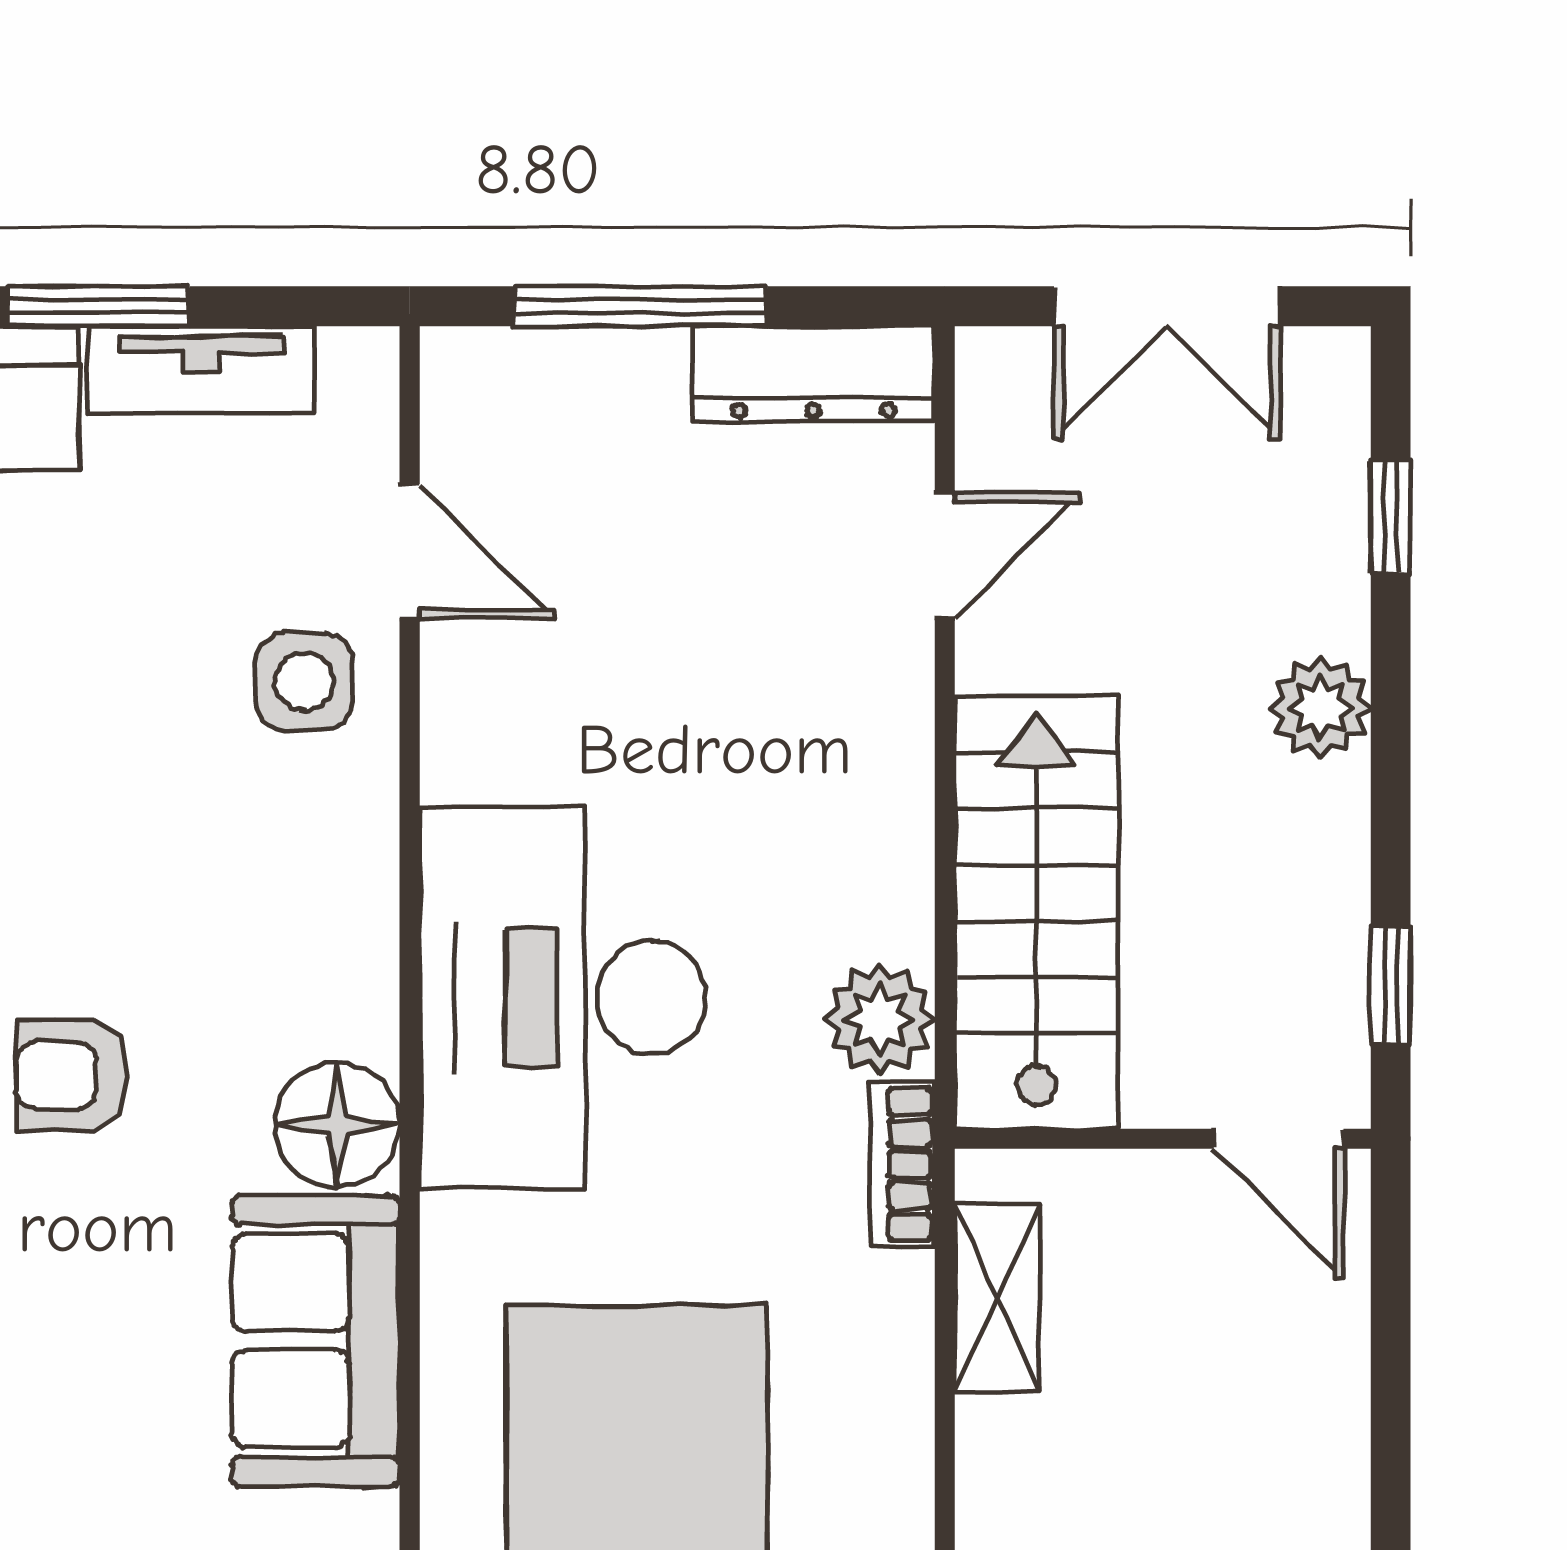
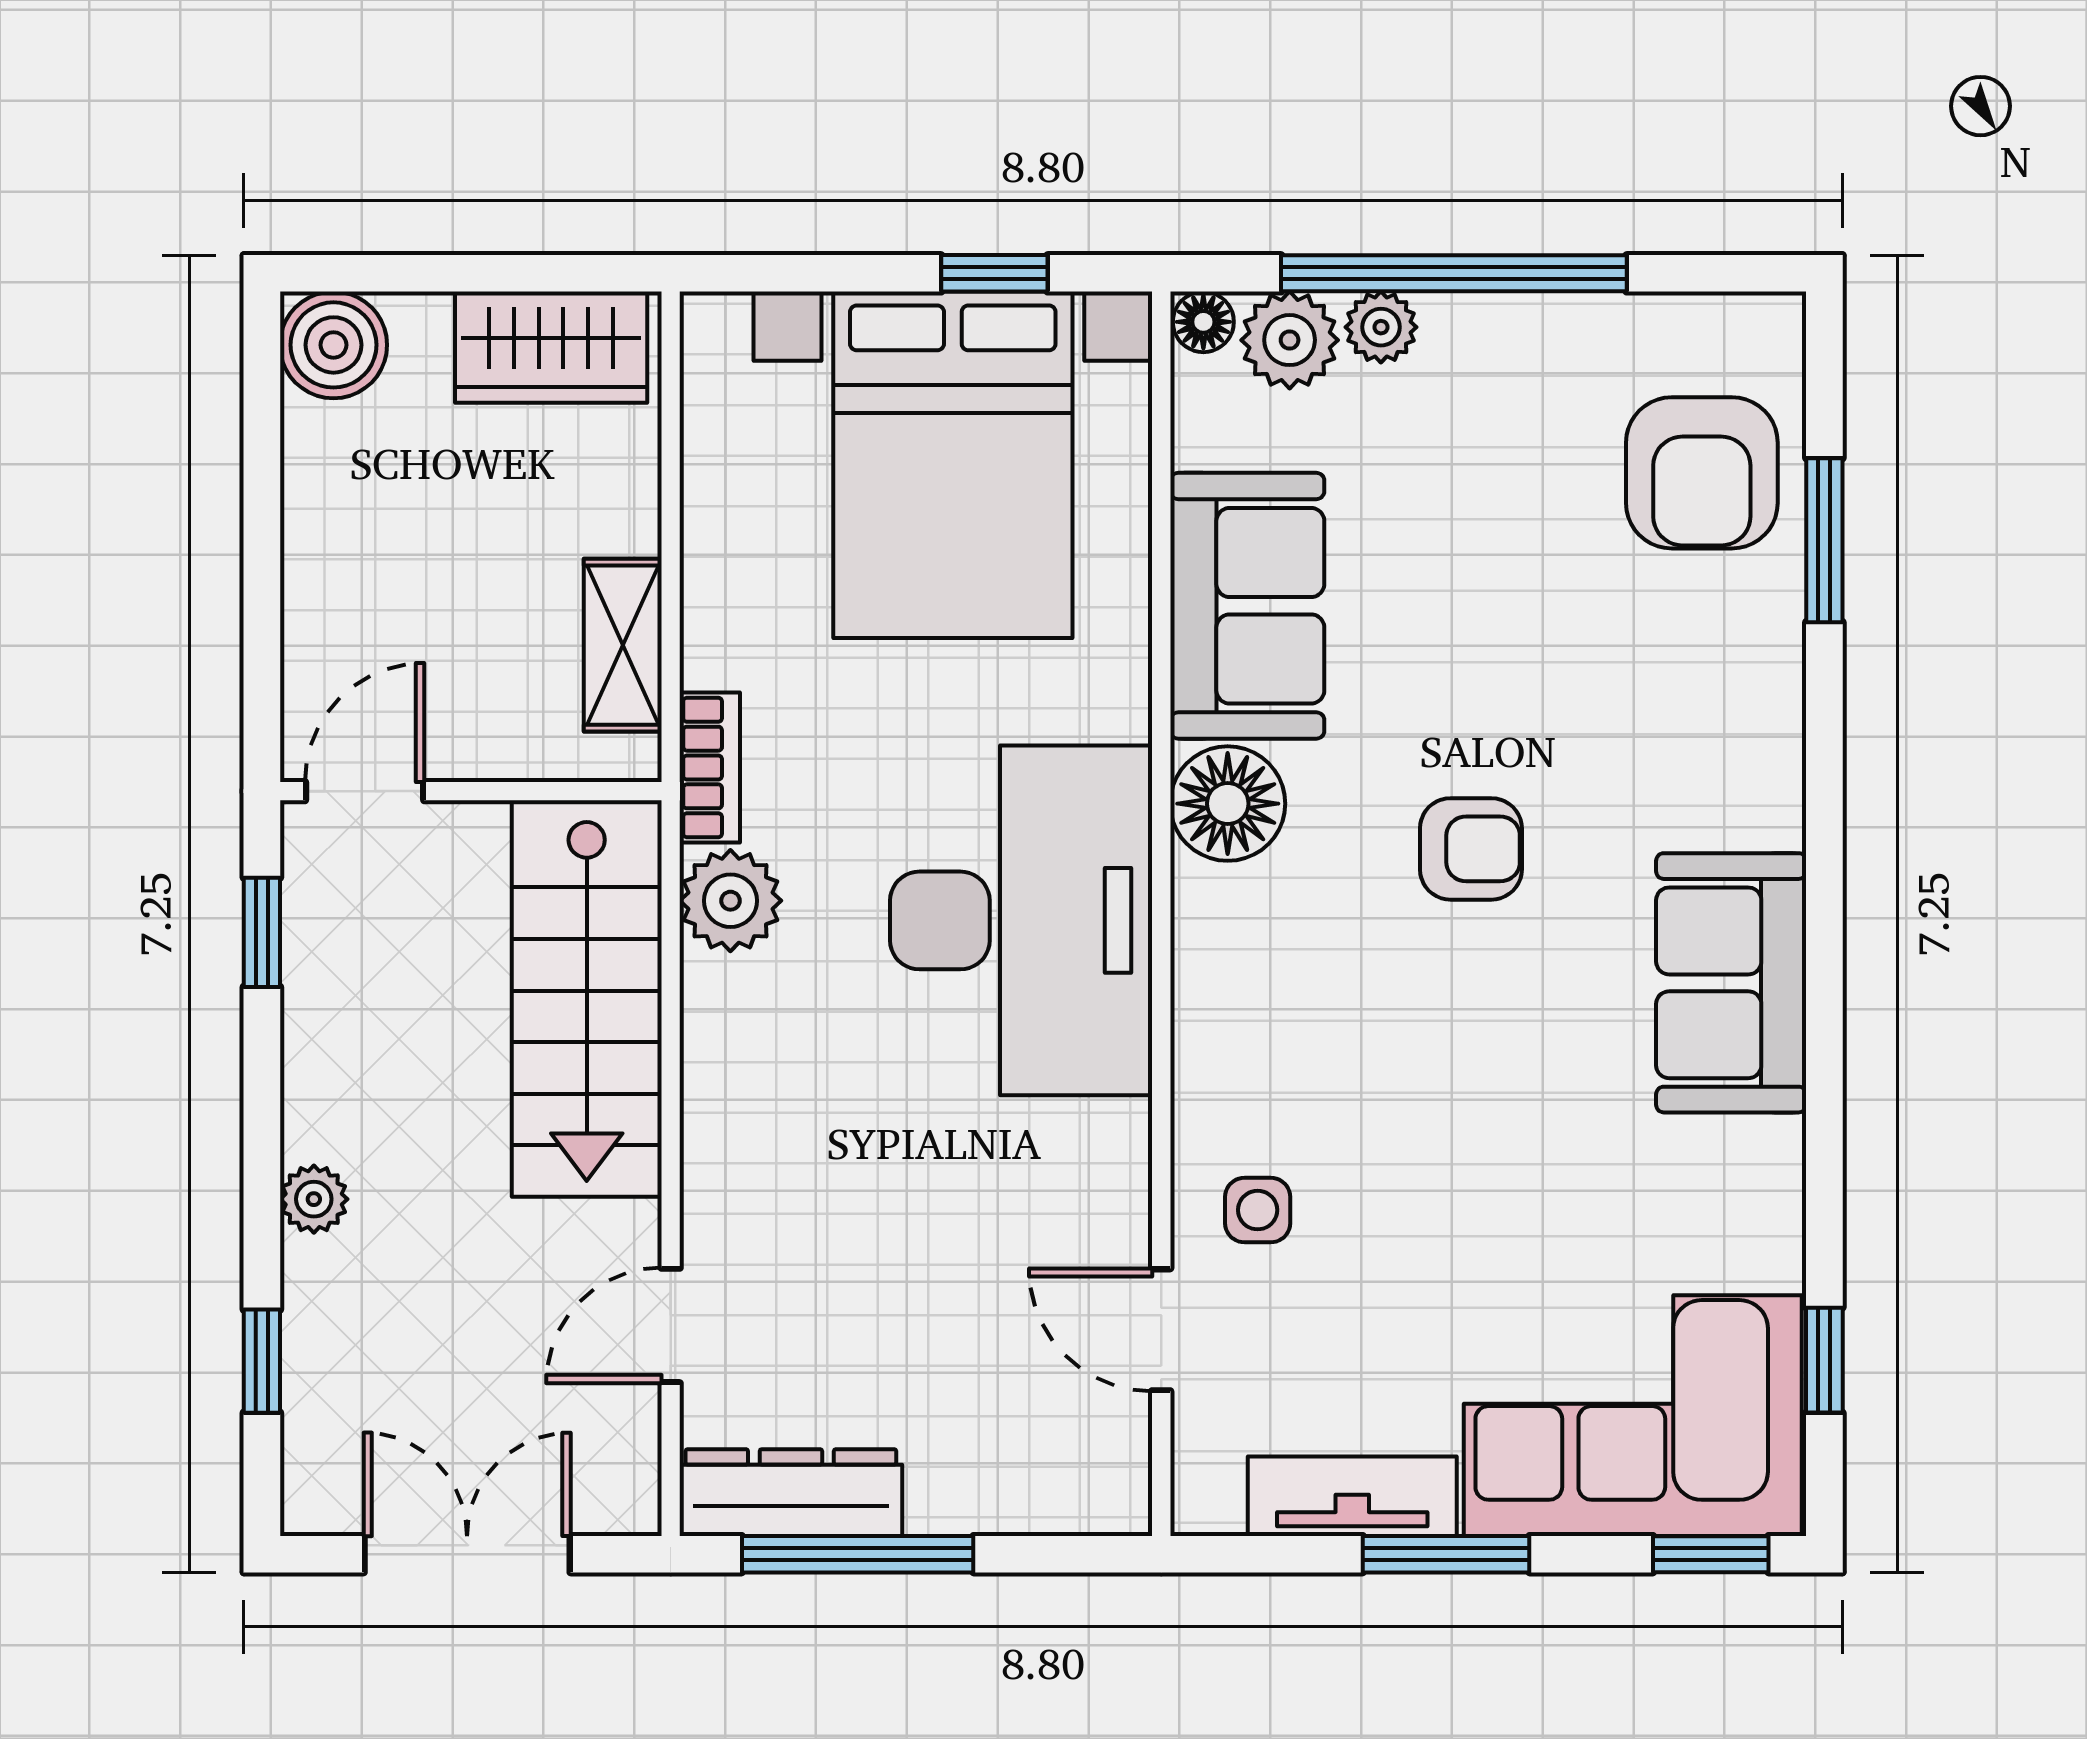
window: (641, 306) -> (858, 1554), moved
side table: (304, 682) -> (1258, 1210), width x0.73, depth x0.73
plant: (1320, 707) -> (314, 1199), width x0.73, depth x0.73
door: (1279, 1139) -> (365, 791), hinge flipped

